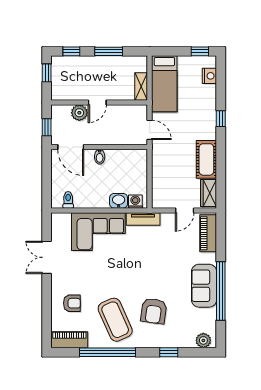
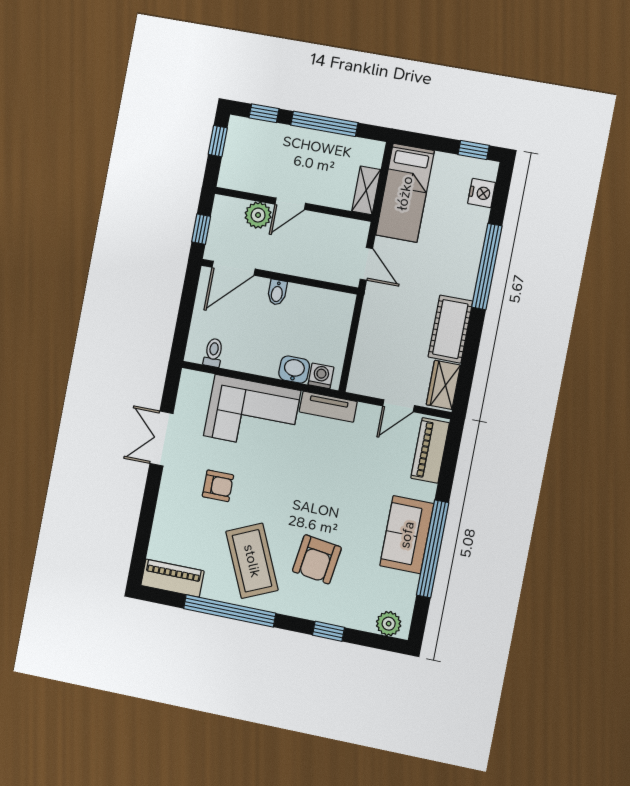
window: (109, 51) -> (324, 124), width x1.44
window: (221, 119) -> (487, 267), width x3.17
door: (71, 147) -> (234, 268), hinge flipped
armchair: (72, 303) -> (218, 486), moved

